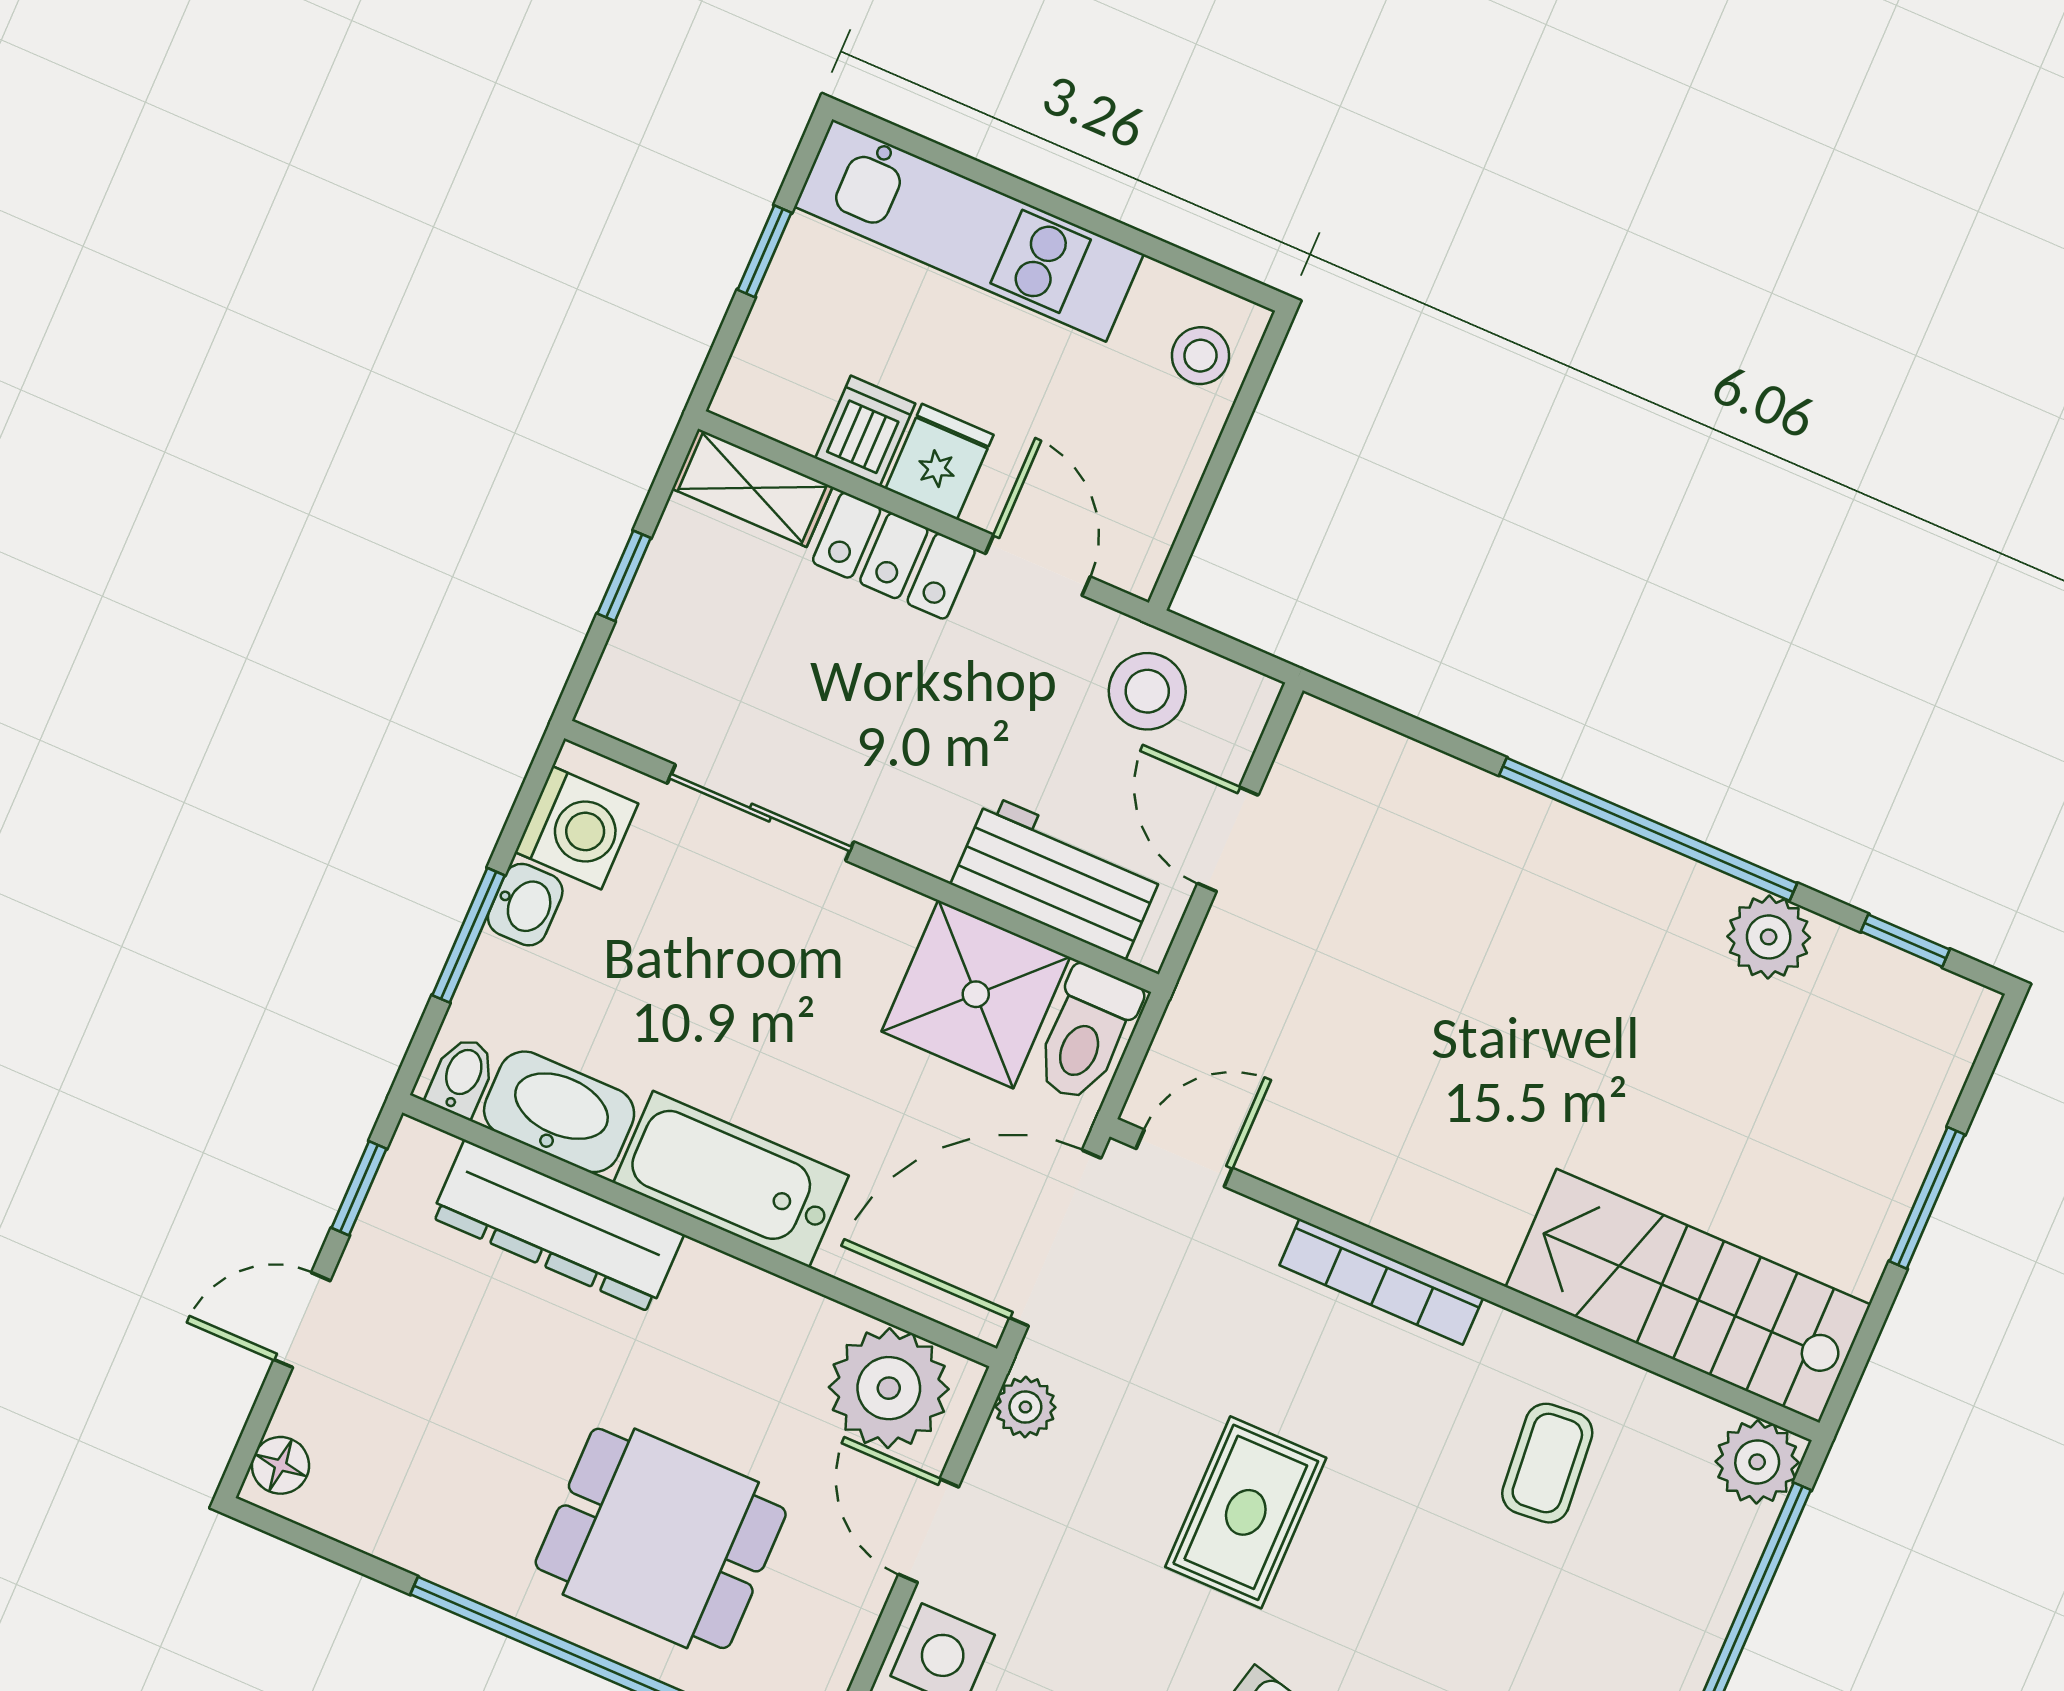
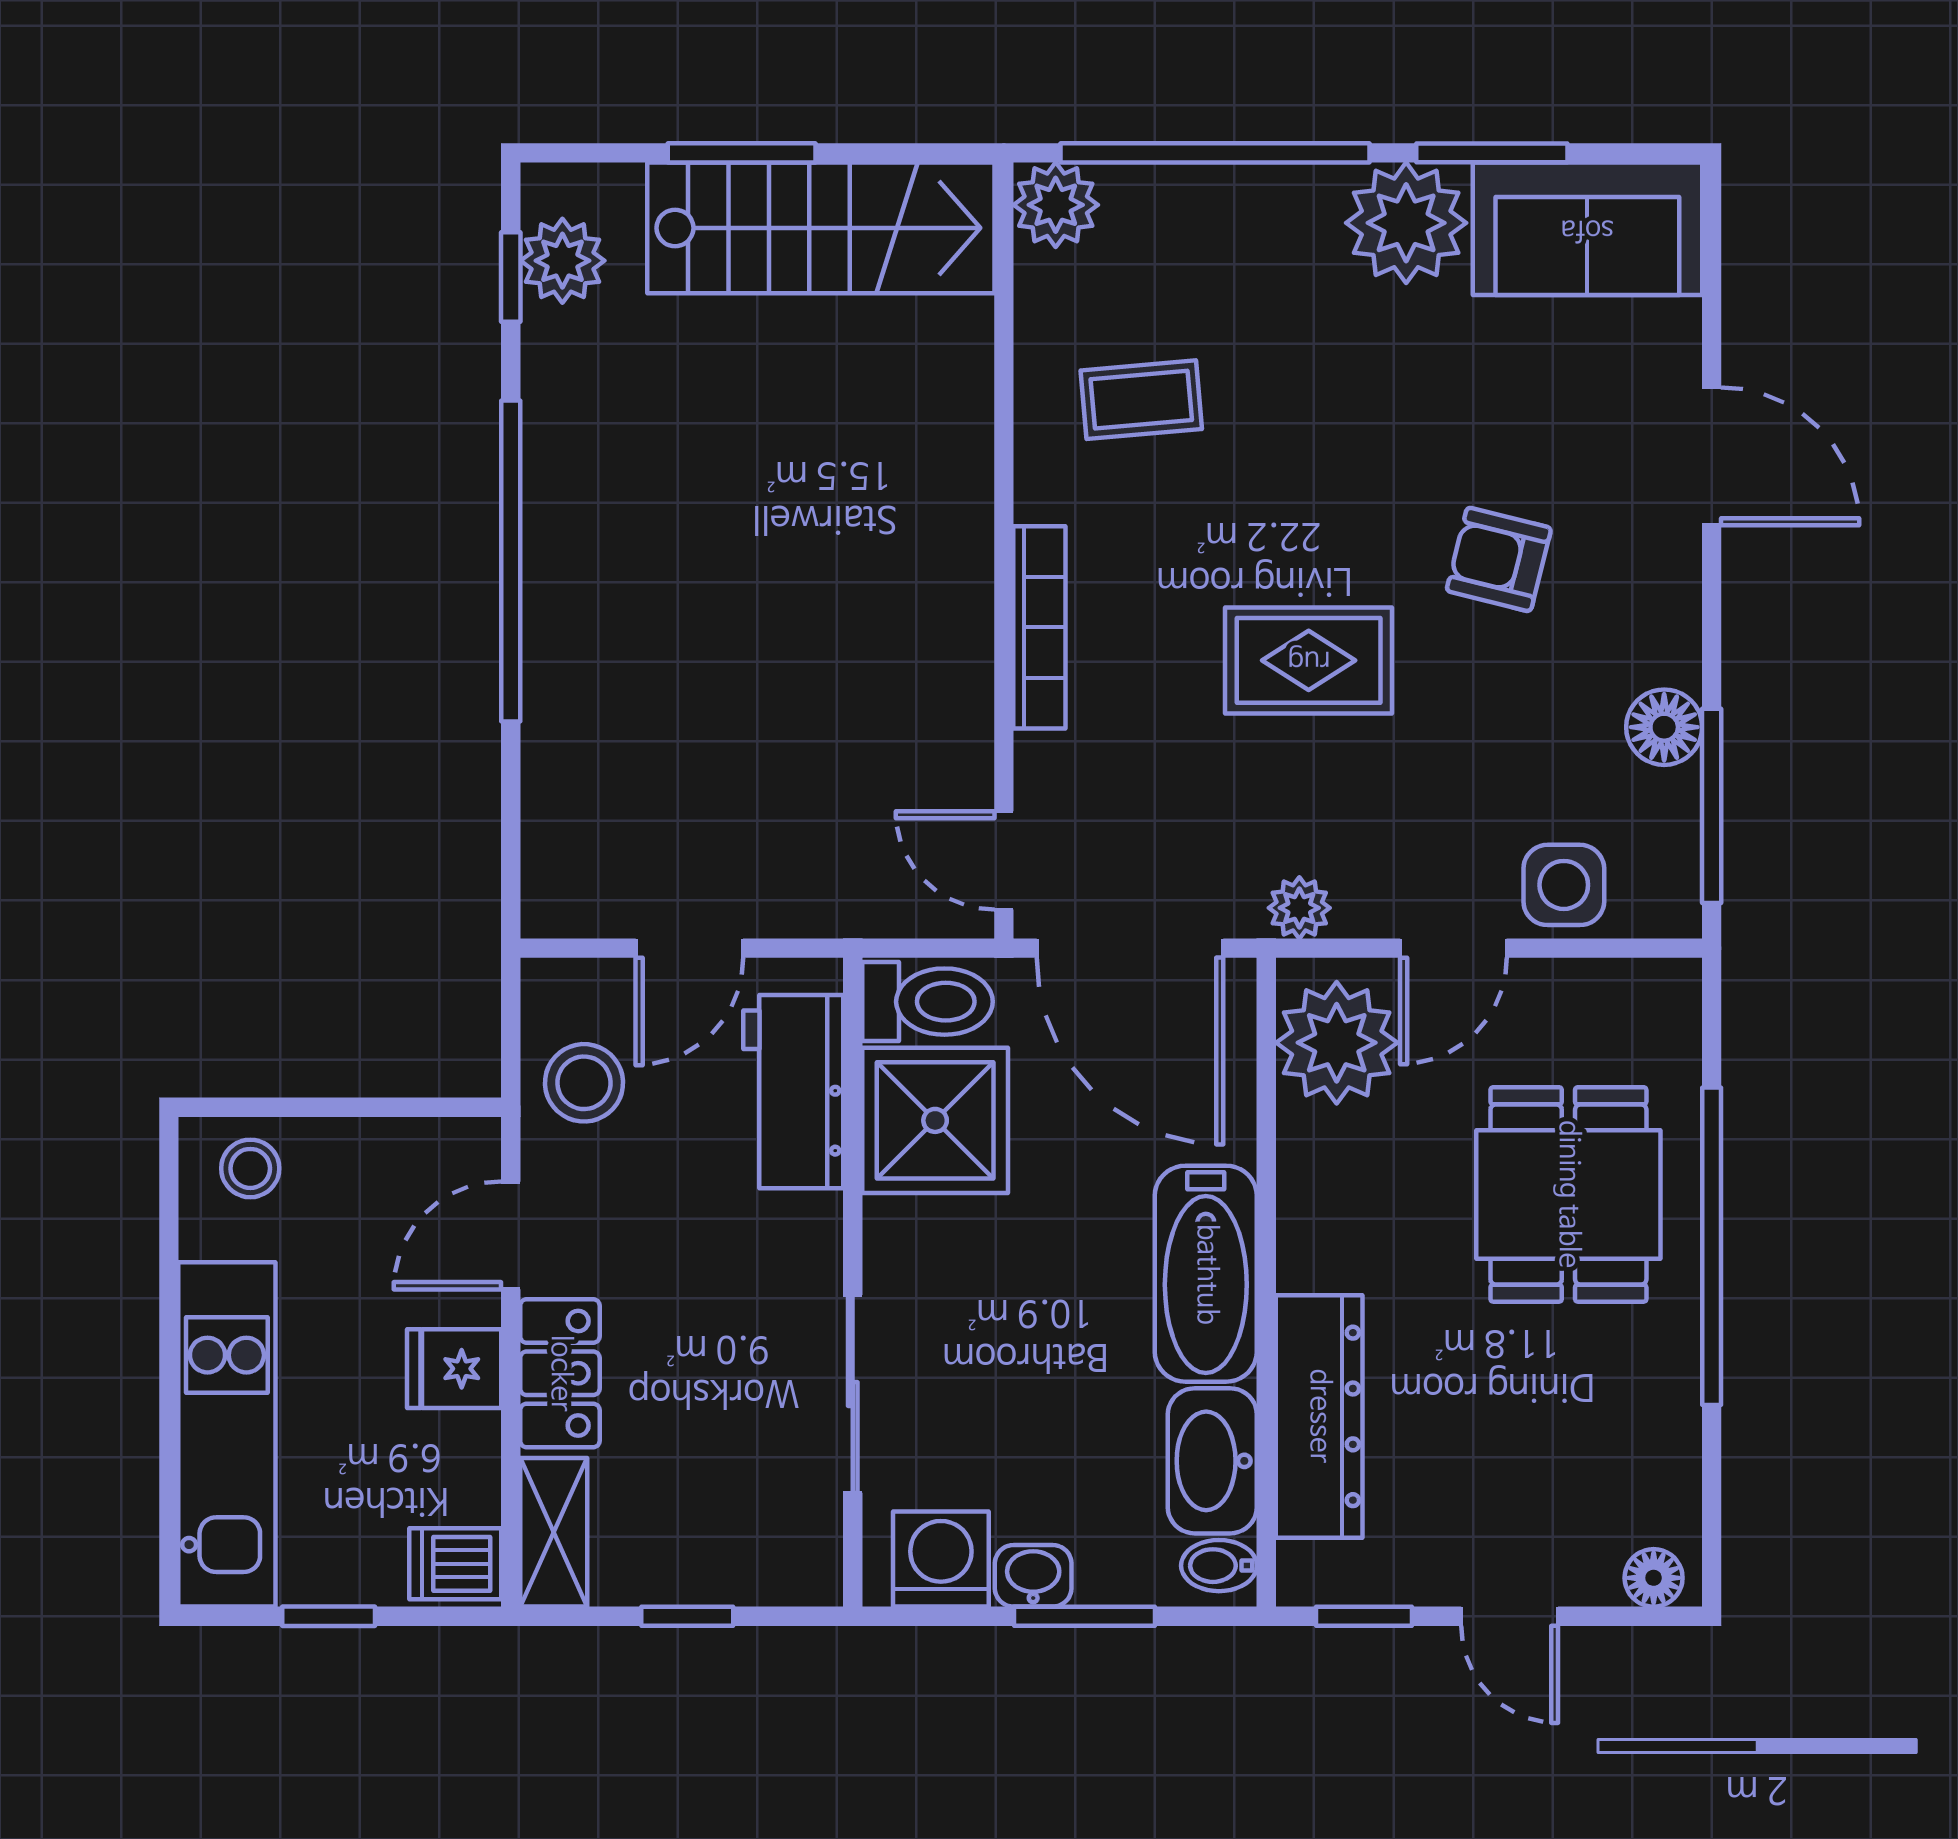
dishwasher: (865, 431) -> (455, 1564), moved
plant: (1769, 937) -> (562, 261), moved
stairs: (1688, 1296) -> (821, 228), moved, turned -90

